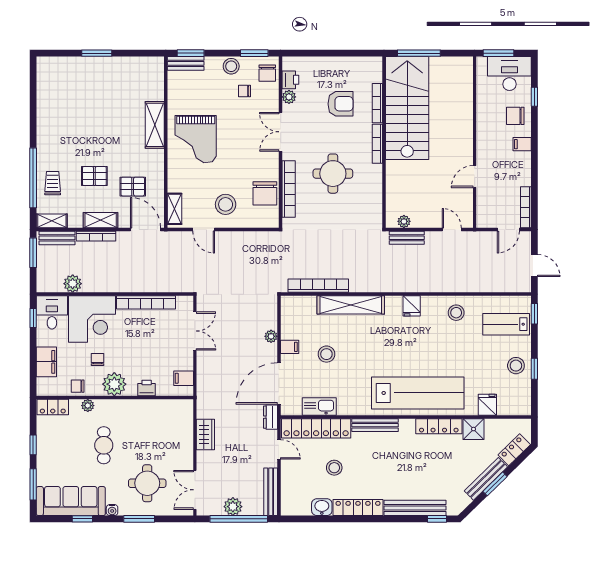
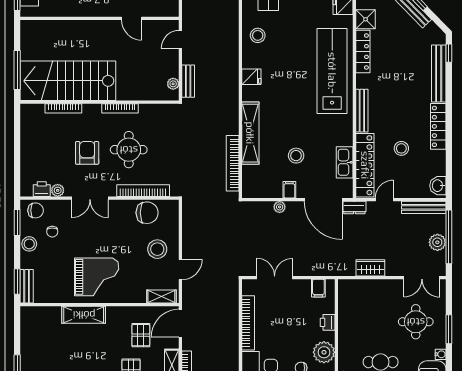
armchair: (340, 104) -> (87, 153), moved
bookcase: (377, 144) -> (120, 108), moved
washbasin: (322, 507) -> (438, 186), moved

